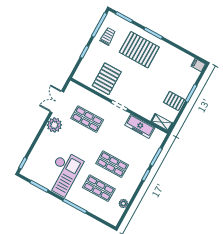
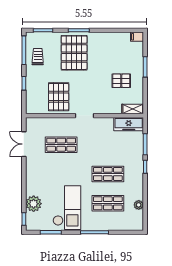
pallet: (139, 50) -> (74, 53), turned 90
pallet: (174, 101) -> (121, 81), moved
plant: (54, 125) -> (34, 204), moved
freezer: (140, 126) -> (129, 124), moved

